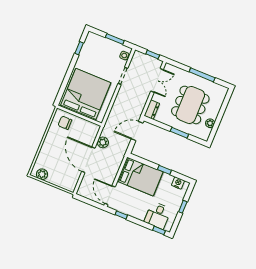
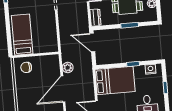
bed: (86, 95) -> (22, 35), width x0.49
door: (137, 131) -> (92, 43), hinge flipped
door: (88, 160) -> (63, 89), hinge flipped

